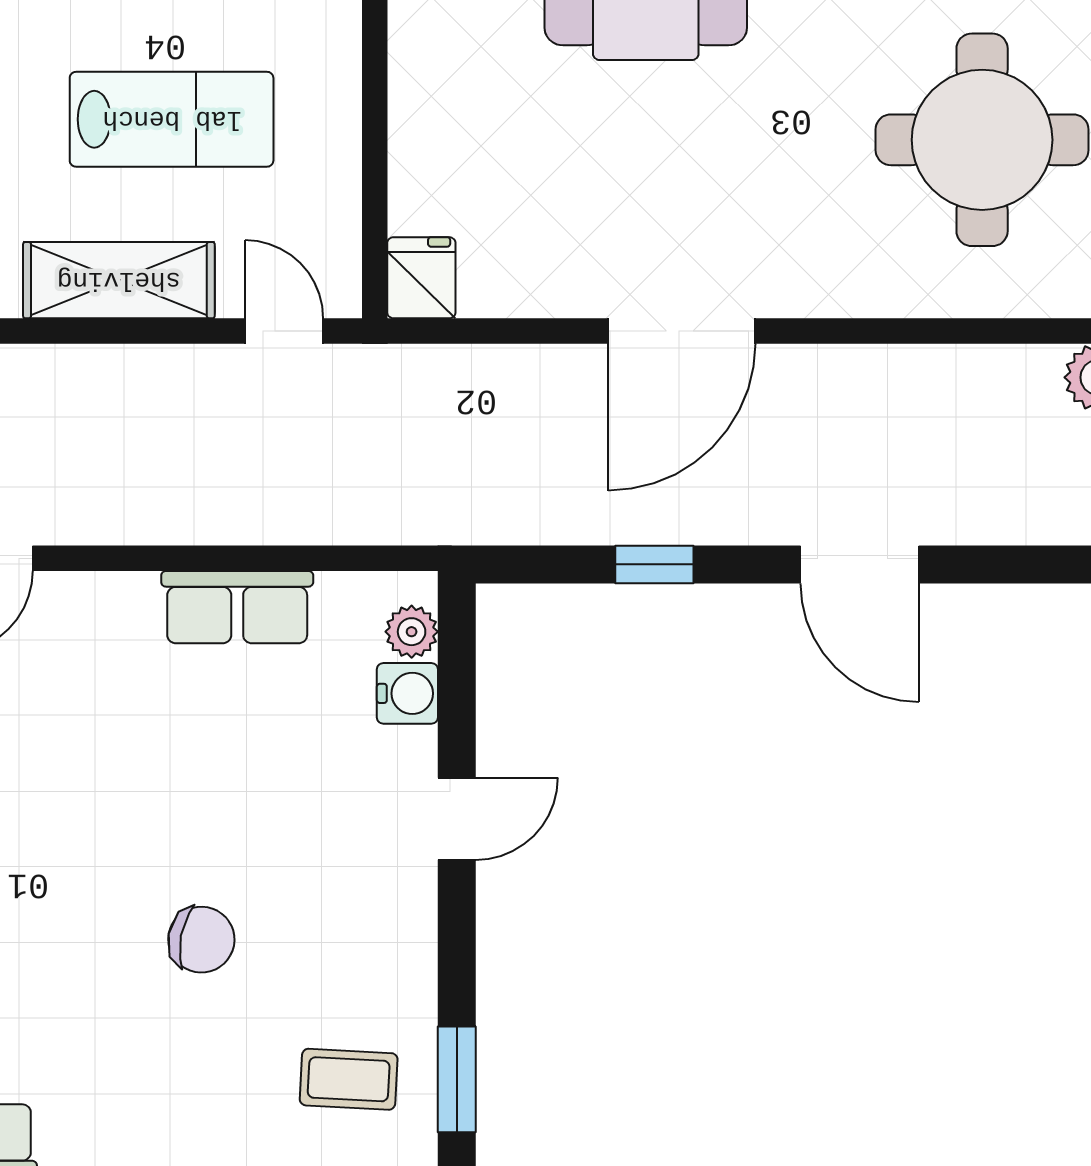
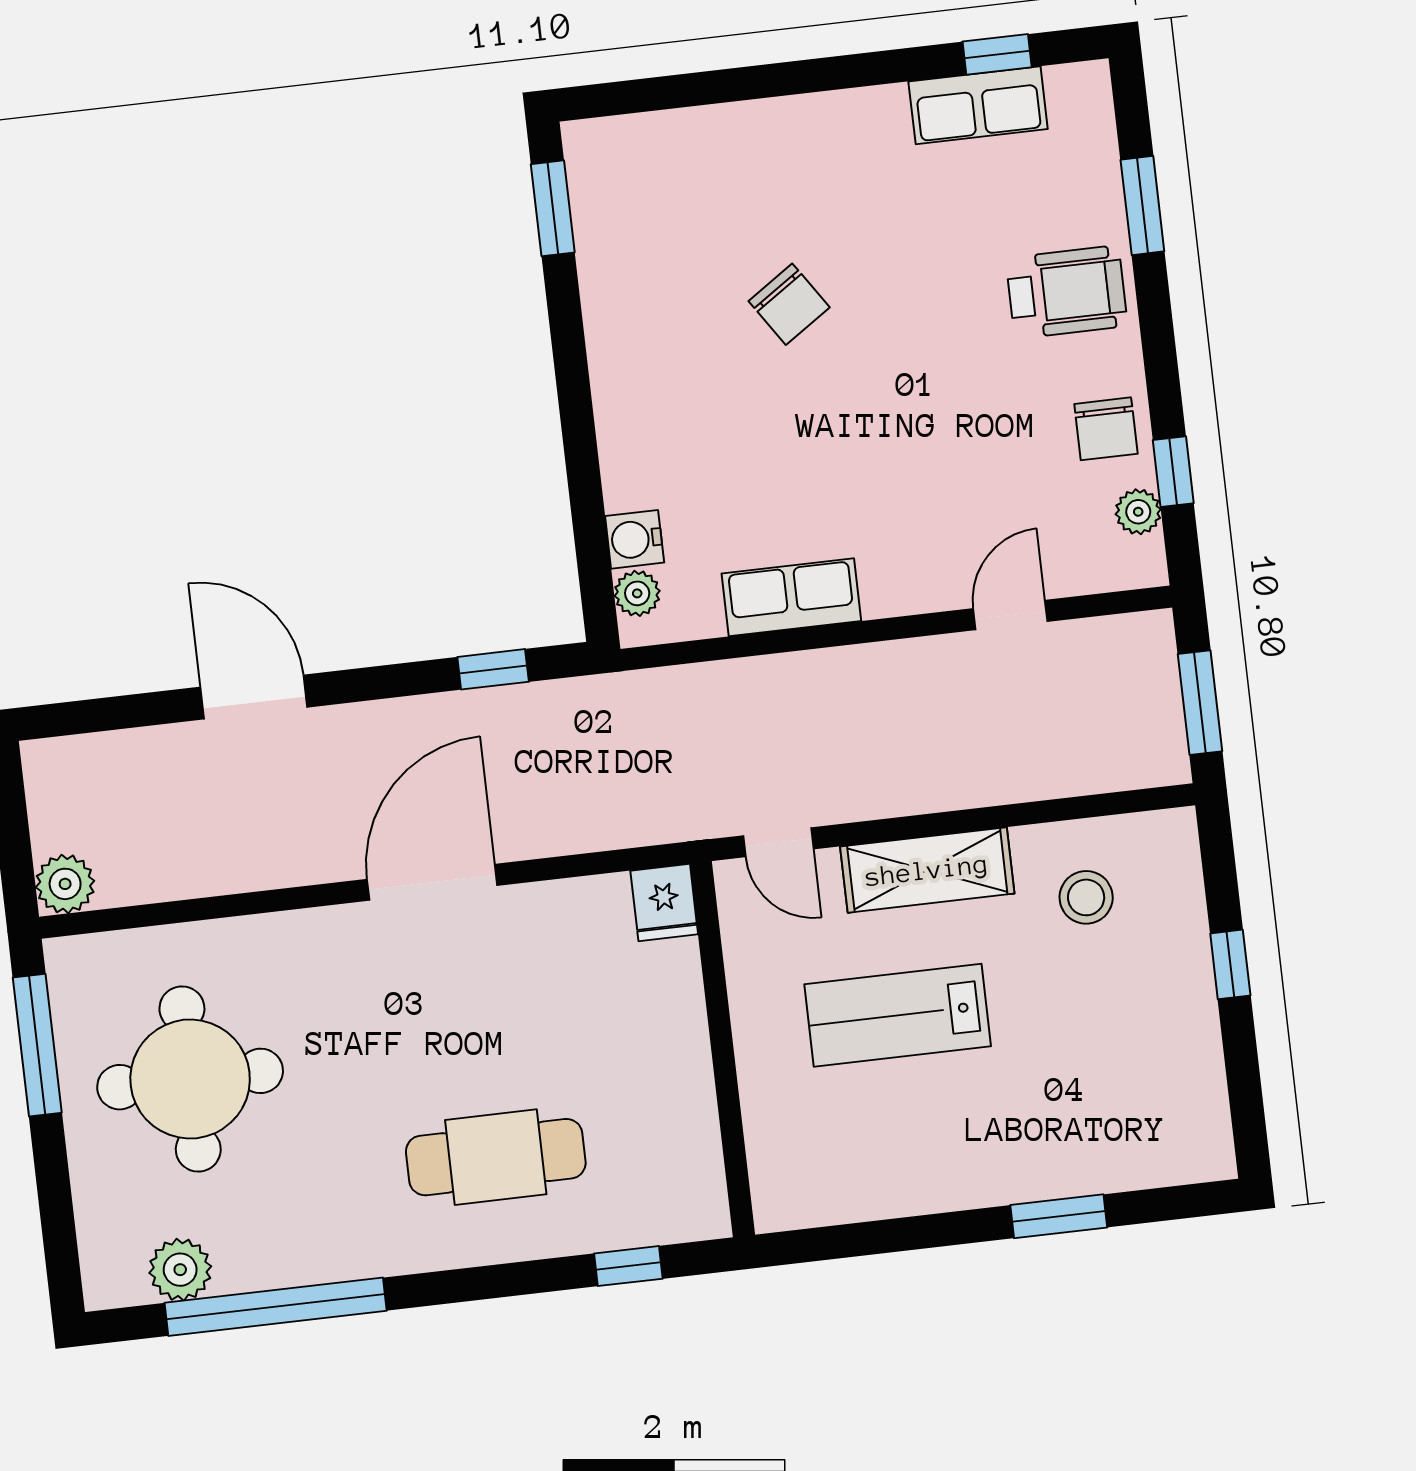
window: (654, 564) -> (493, 669), moved
door: (457, 819) -> (579, 435), removed
chair: (201, 940) -> (789, 304), turned -135
coffee table: (349, 1079) -> (647, 197), removed

